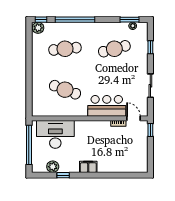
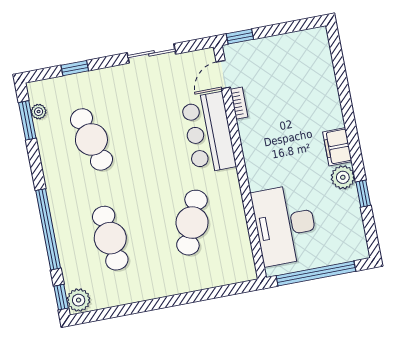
plant: (53, 167) -> (343, 177), moved

